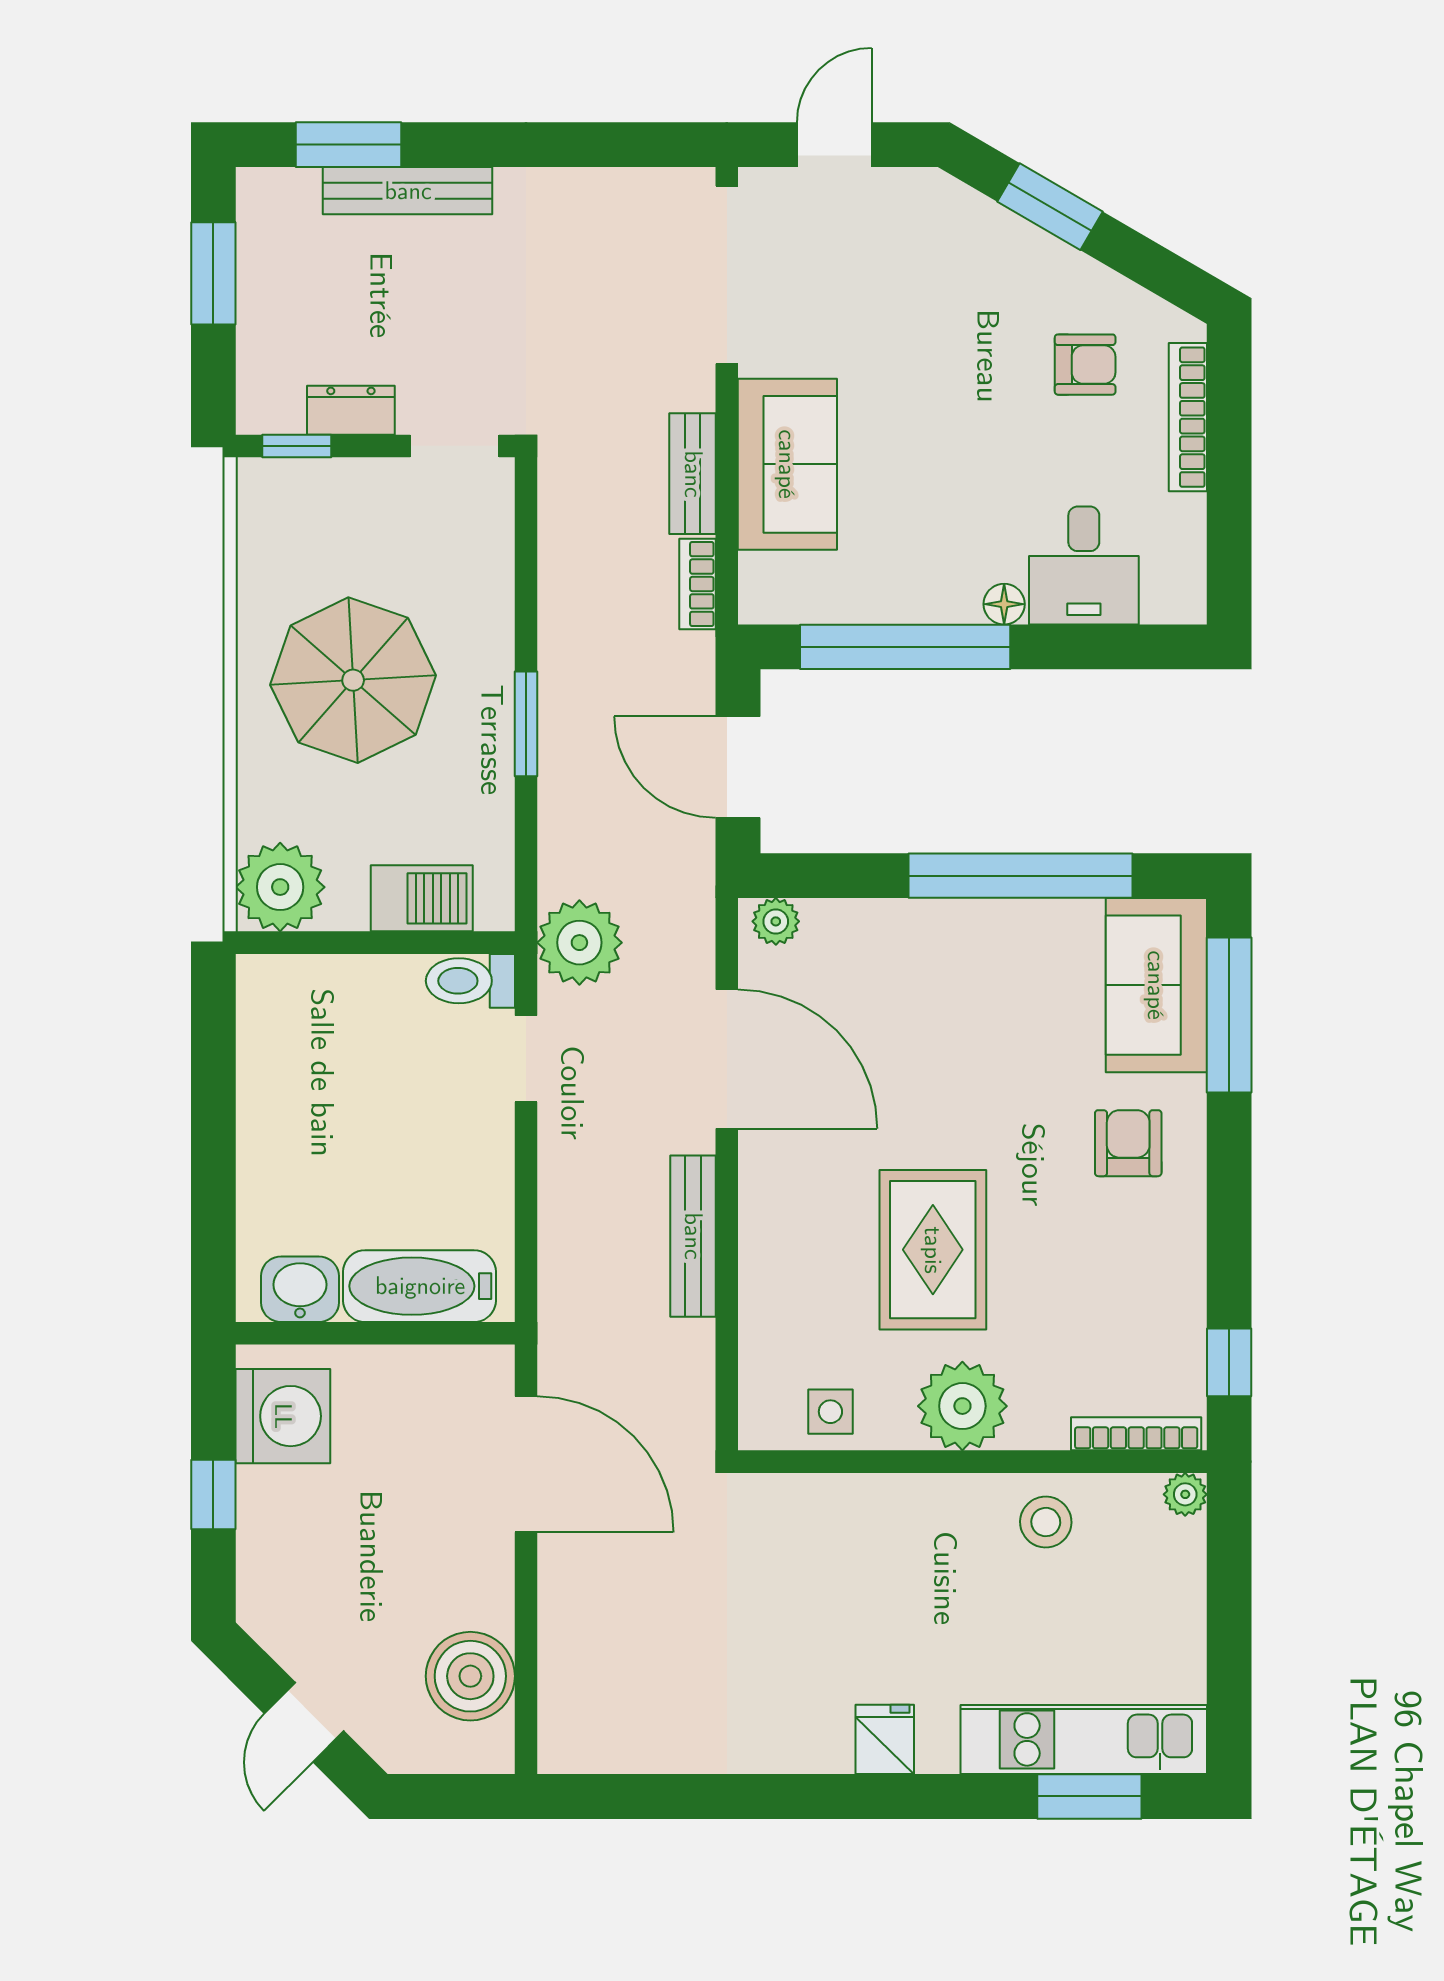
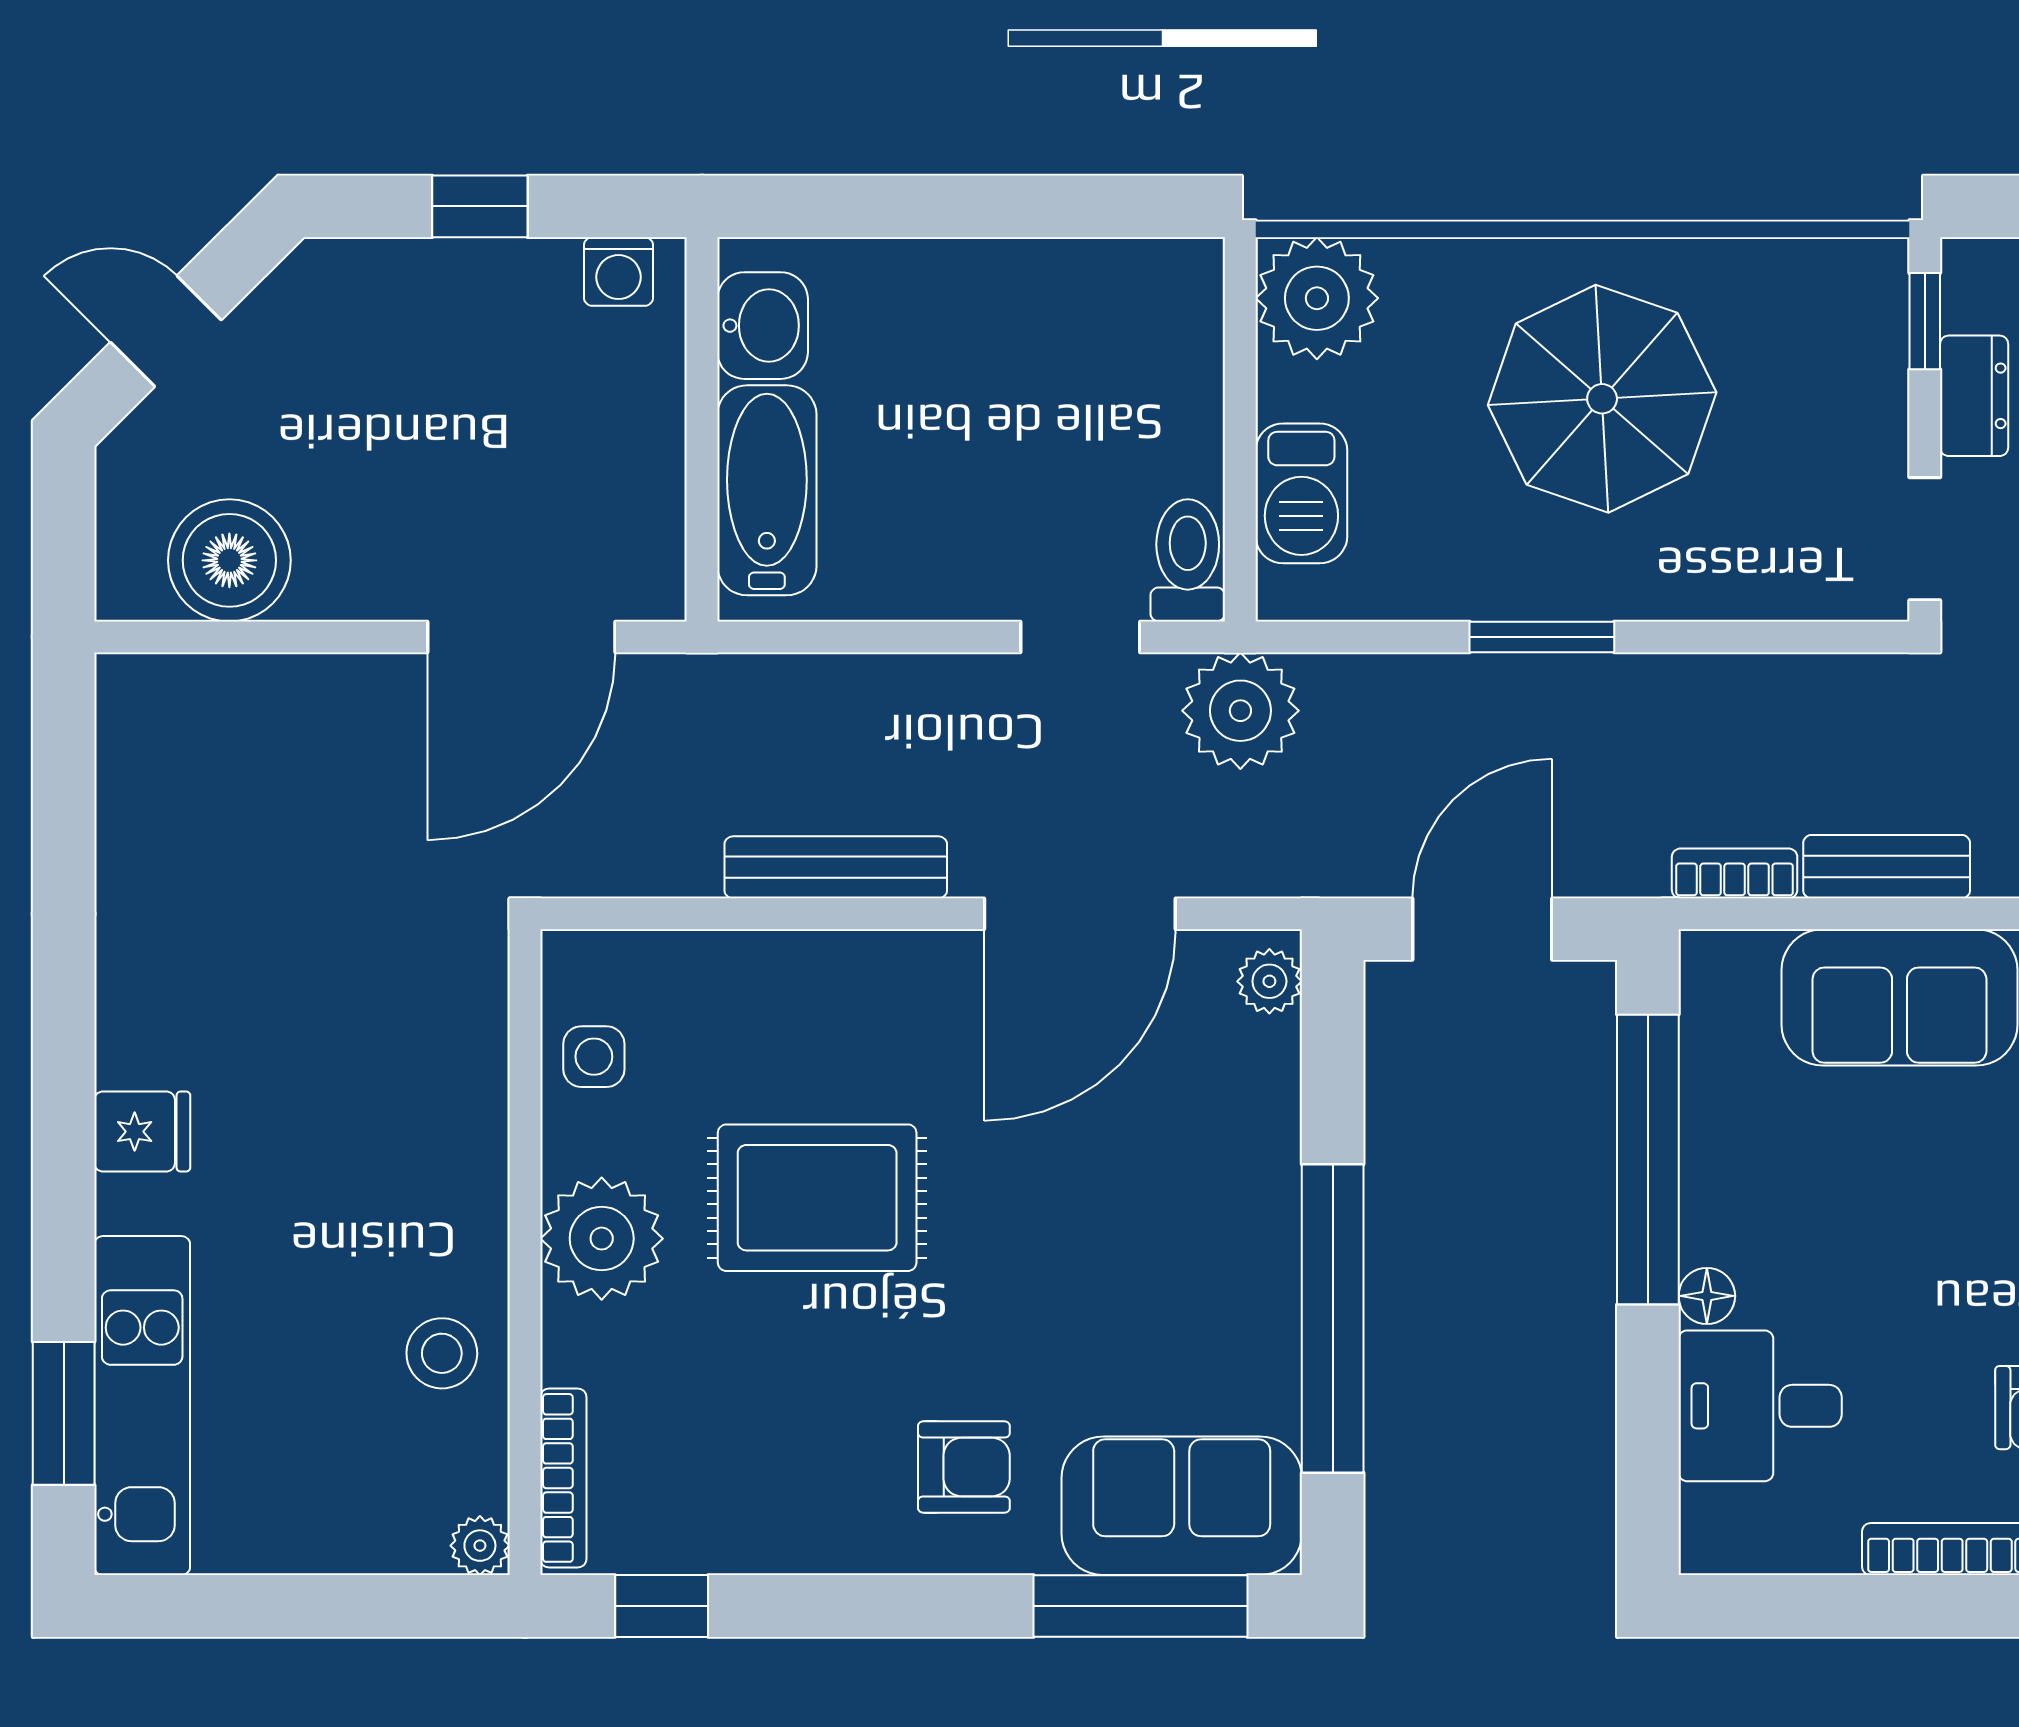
washing machine: (283, 1416) -> (619, 272), width x0.53, depth x0.53

